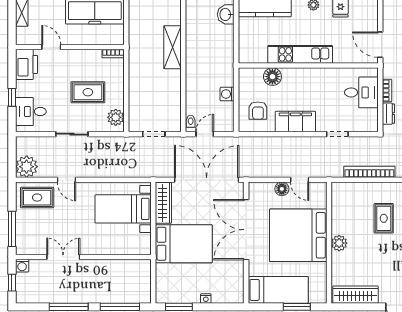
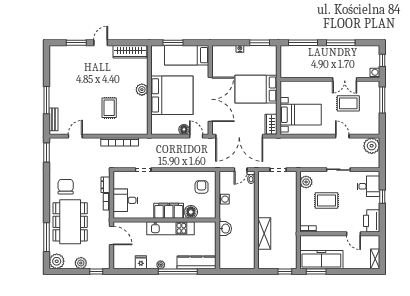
washbasin: (226, 14) -> (225, 229), moved
filing cabinet: (295, 122) -> (169, 211), moved, turned 180
door: (300, 180) -> (196, 136), moved
rug: (37, 198) -> (348, 103), moved
wardrobe: (163, 203) -> (271, 124), width x0.67

